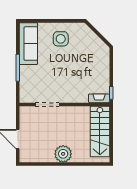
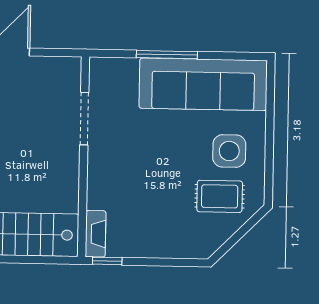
rug: (81, 43) -> (220, 196), added
sofa: (28, 44) -> (203, 84), width x1.36, depth x1.27

